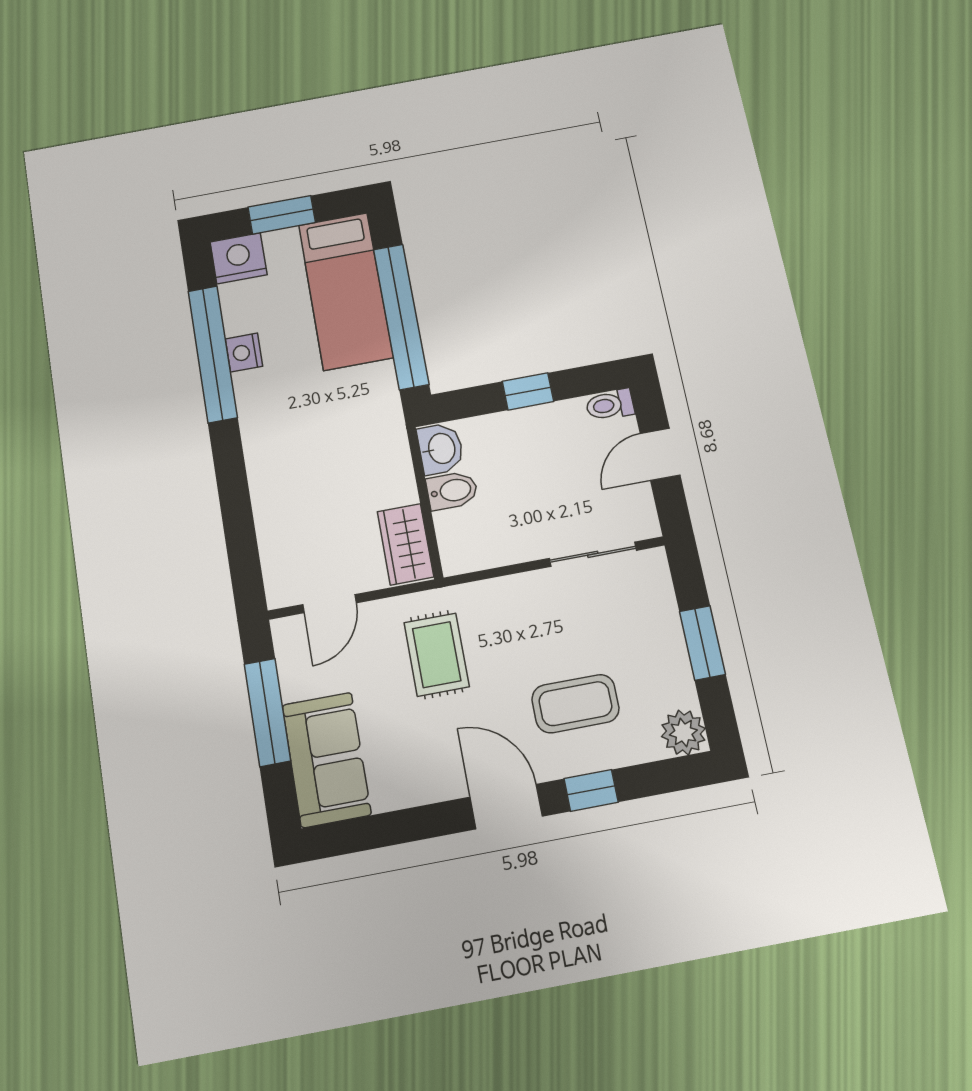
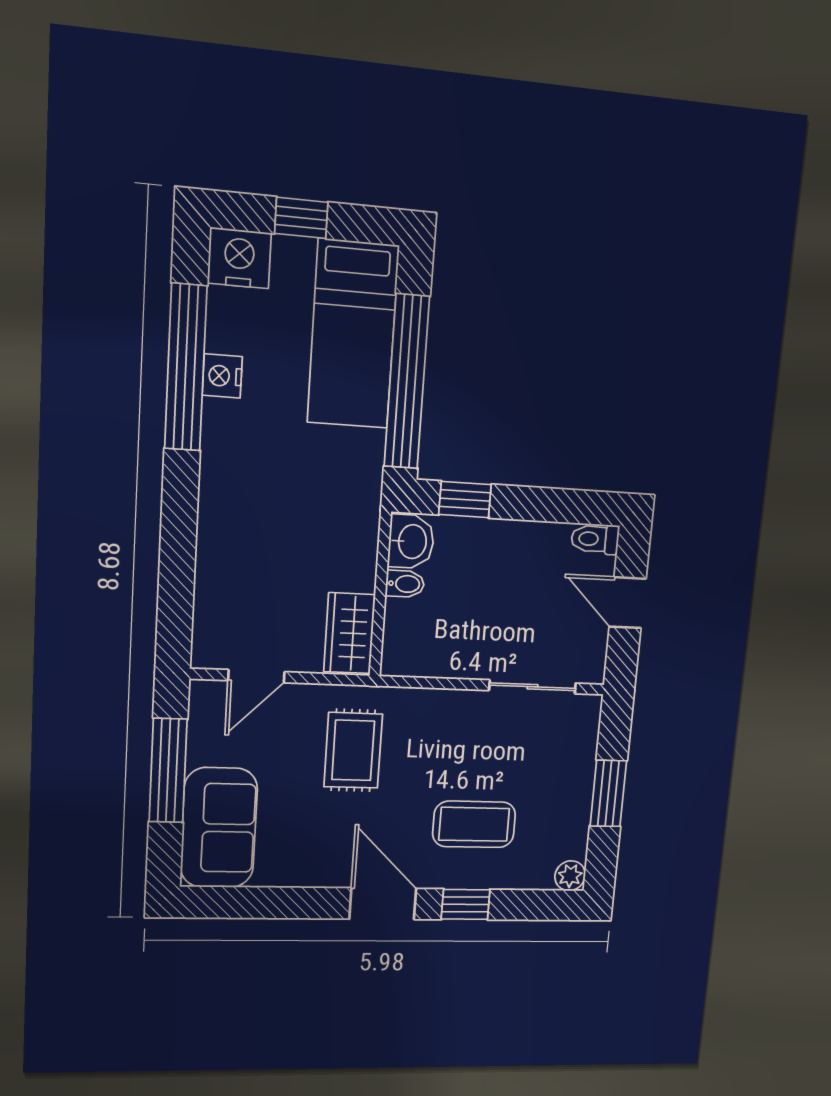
window: (282, 215) -> (301, 218), width x0.67
window: (528, 391) -> (465, 500), moved
door: (660, 454) -> (628, 603), hinge flipped
bidet: (452, 491) -> (405, 584), width x0.72, depth x0.74
plant: (683, 732) -> (570, 876), width x0.73, depth x0.73

